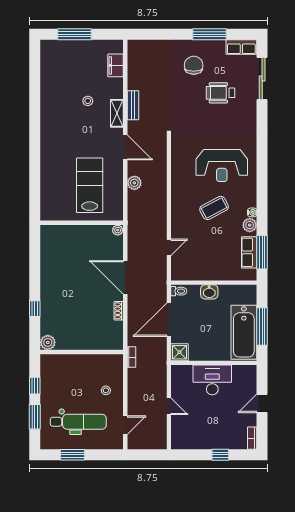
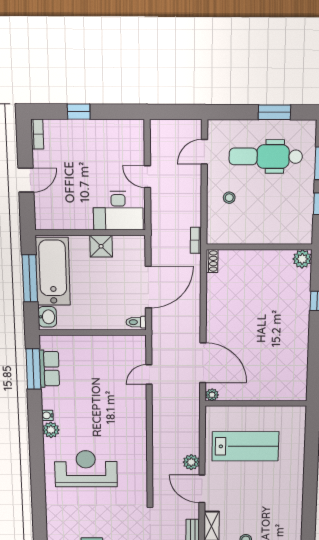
plant: (134, 183) -> (191, 462), moved
lab bench: (90, 185) -> (245, 446), turned -90
coffee table: (214, 208) -> (94, 421), removed
plant: (250, 225) -> (51, 430), moved
door: (125, 277) -> (203, 363), moved
washbasin: (209, 292) -> (47, 317), moved, turned 90
shoe rack: (119, 311) -> (212, 261), moved
shower: (180, 352) -> (101, 246), moved
desk: (212, 380) -> (118, 211), moved

